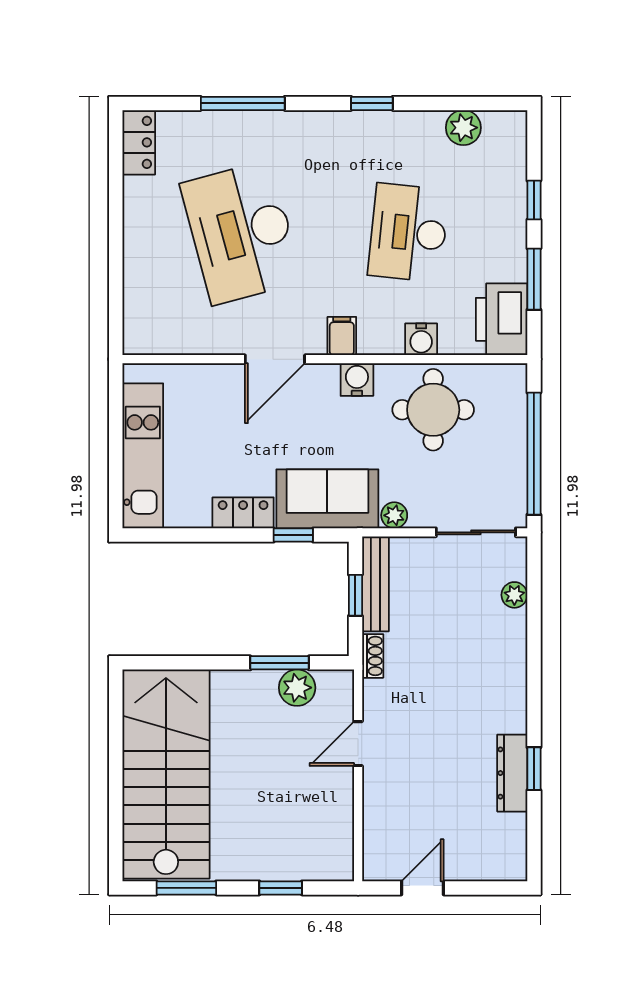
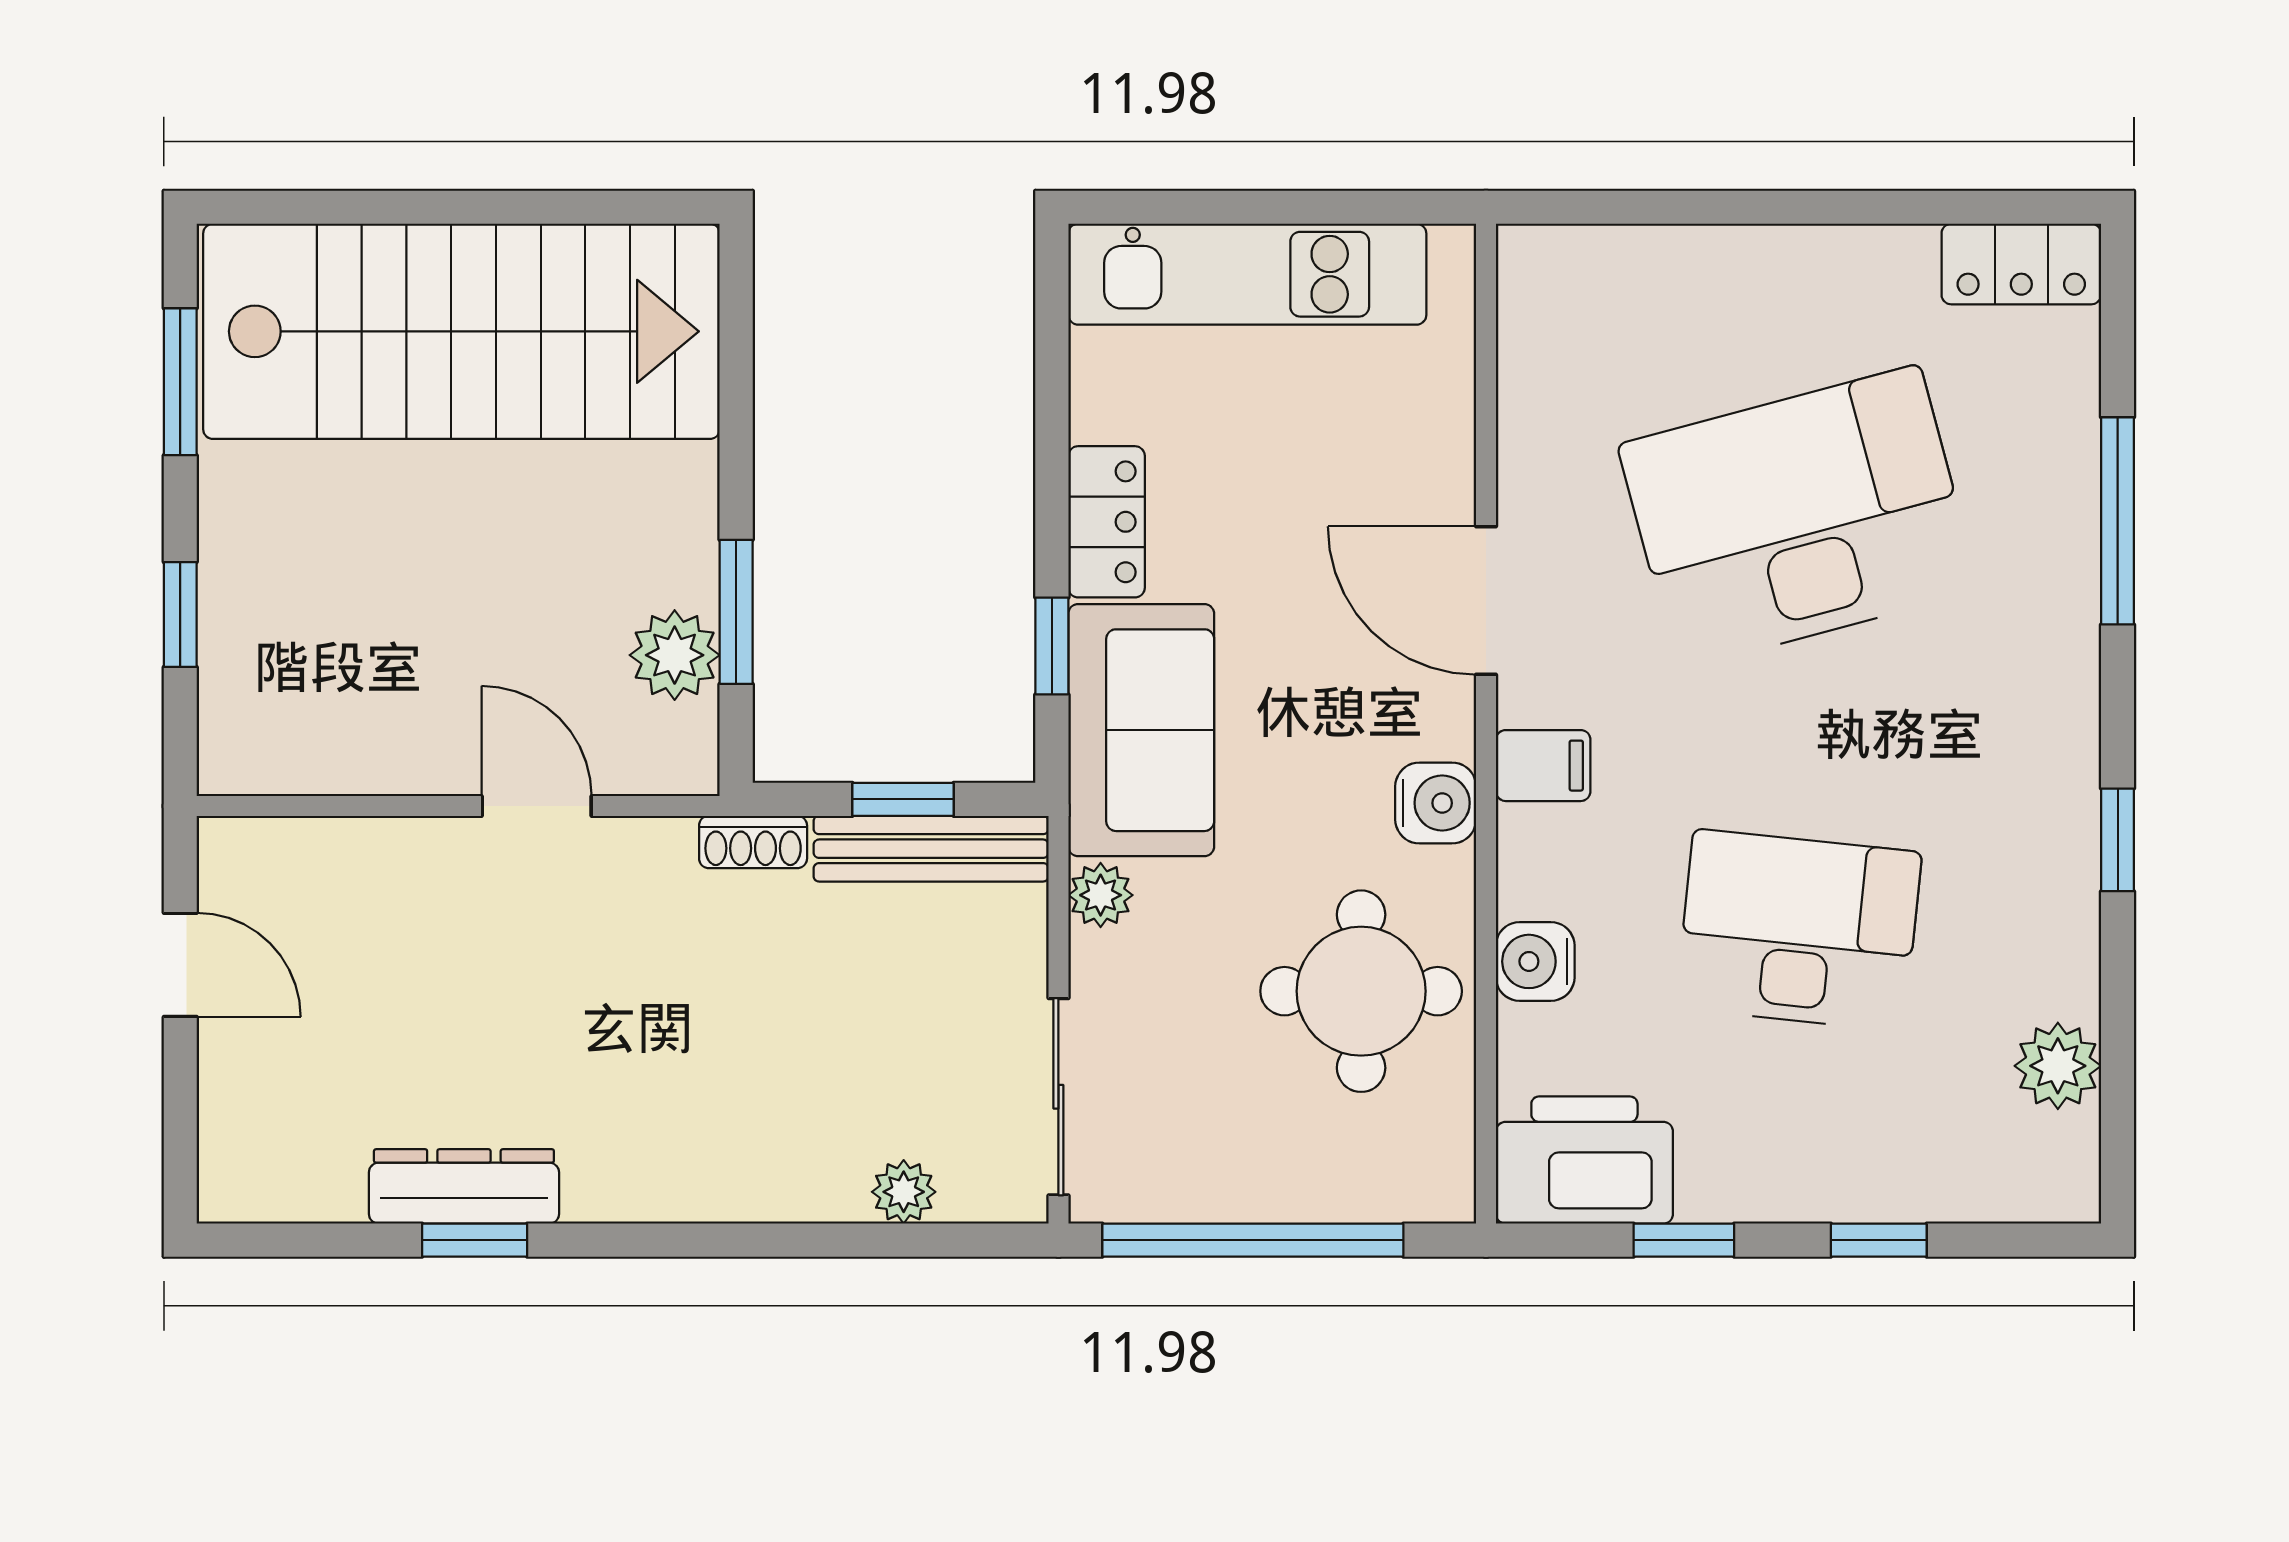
window: (534, 279) -> (1684, 1240), width x0.67

